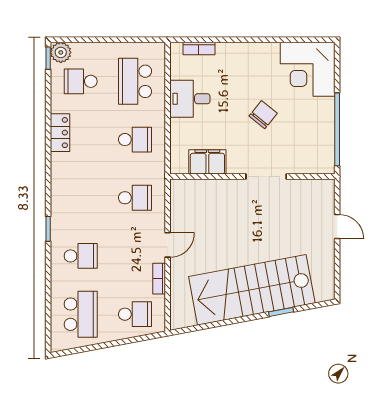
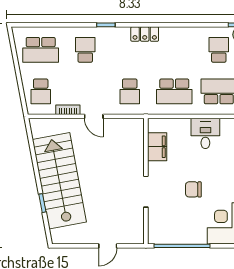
chair: (263, 115) -> (193, 189), turned 141
locker: (60, 133) -> (145, 34), moved
school desk: (135, 140) -> (174, 91), width x1.85
school desk: (81, 256) -> (85, 50), turned 180

